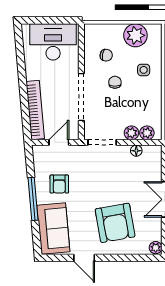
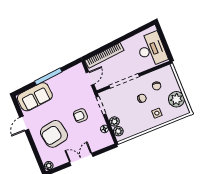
door: (59, 142) -> (90, 78), hinge flipped
armchair: (59, 184) -> (80, 115), moved

